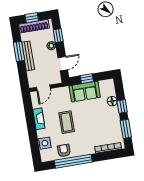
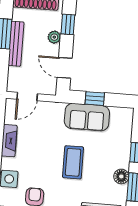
door: (63, 64) -> (65, 68), swing flipped
floor lamp: (112, 101) -> (121, 176), moved
coffee table: (67, 122) -> (73, 162), moved

